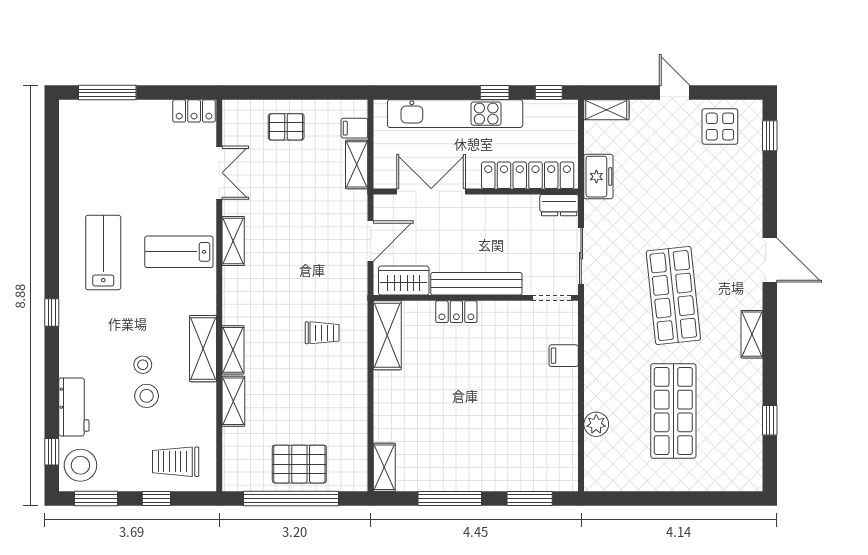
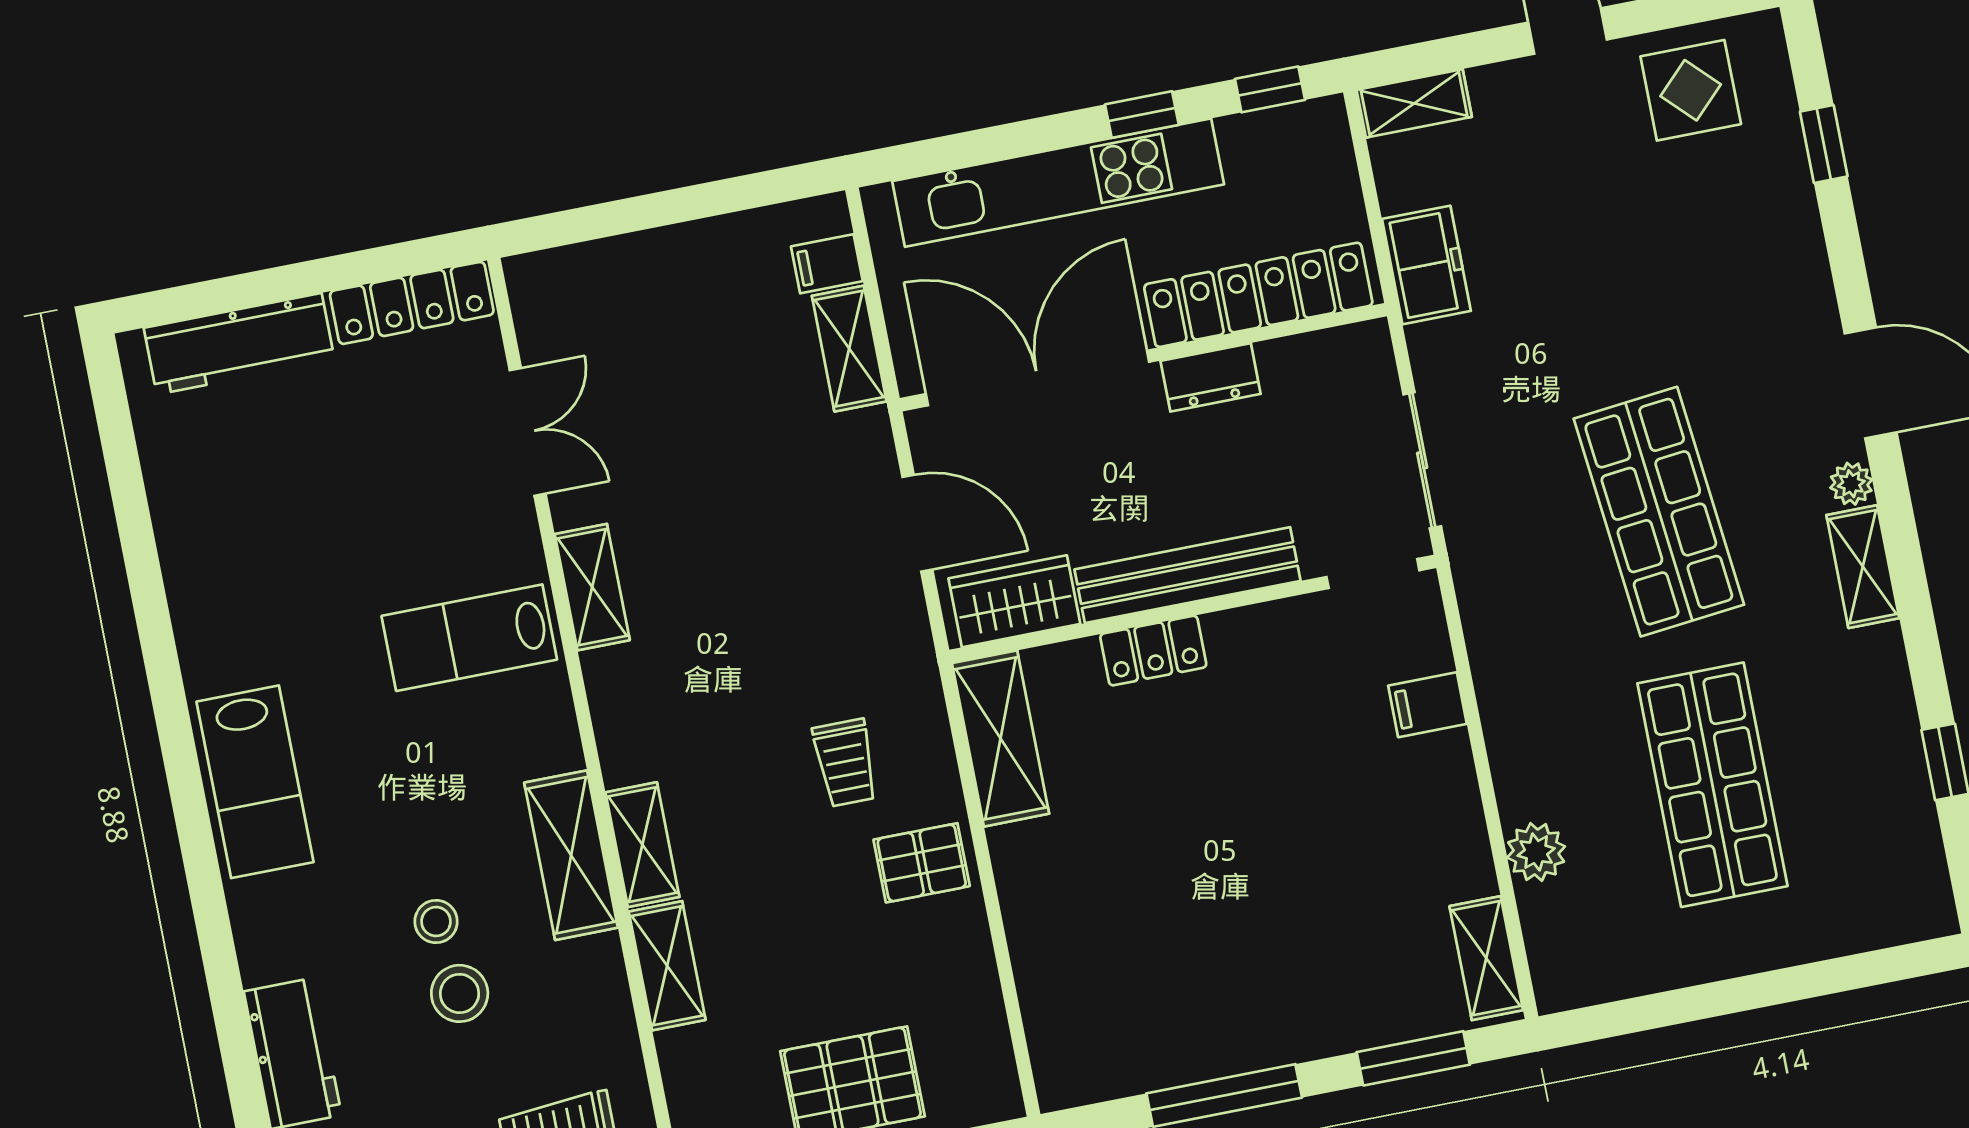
window: (107, 93) -> (226, 294), removed
locker: (194, 111) -> (412, 303), width x1.53
workbench: (109, 114) -> (239, 344), added
pallet: (286, 127) -> (922, 863), moved
window: (770, 136) -> (1824, 144), moved
double door: (431, 191) -> (1037, 378), width x1.36
dresser: (559, 205) -> (1211, 377), moved
door: (371, 241) -> (917, 523), hinge flipped
lab bench: (103, 252) -> (255, 782), moved, turned 180
plant: (754, 300) -> (1851, 484), added
window: (52, 312) -> (196, 840), removed
trolley: (322, 333) -> (845, 763), turned 90
shelving: (384, 467) -> (1486, 958), moved

